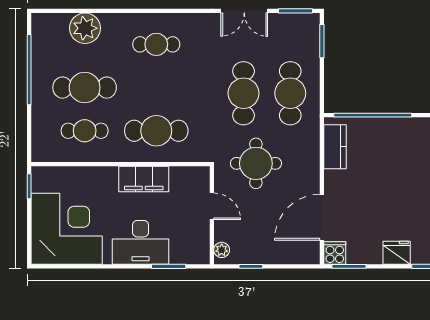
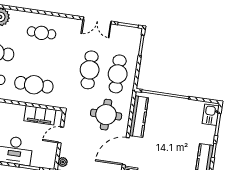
kitchen counter: (335, 147) -> (139, 117), width x1.50
round table: (256, 163) -> (106, 115), moved
filing cabinet: (144, 179) -> (40, 115), moved
door: (212, 206) -> (61, 135), swing flipped

